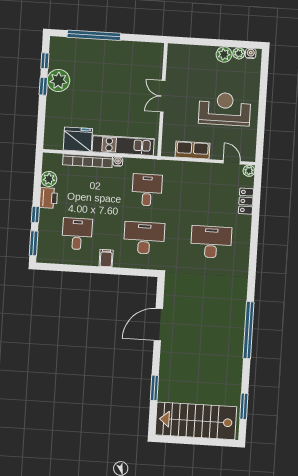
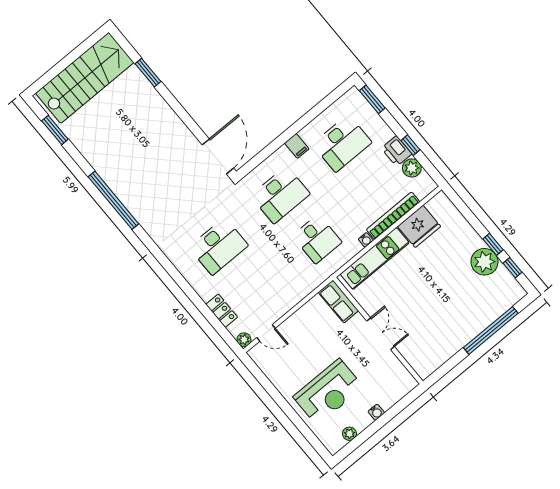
water cooler: (251, 53) -> (376, 412), moved
plant: (224, 55) -> (361, 421), removed
reception desk: (225, 109) -> (328, 392), moved
row of seats: (193, 150) -> (338, 302), moved, turned 90
window: (35, 215) -> (410, 145), moved
desk: (77, 234) -> (342, 143), width x1.37
door: (158, 325) -> (218, 156), moved

